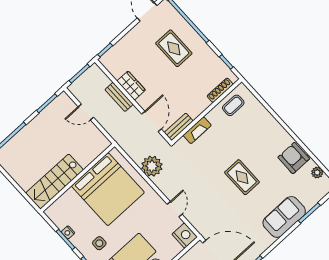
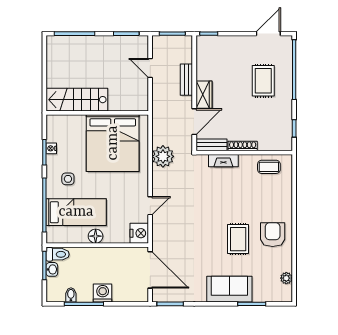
wardrobe: (131, 85) -> (204, 95), moved
shoe rack: (220, 90) -> (243, 146), moved
armchair: (294, 158) -> (273, 235), moved
rug: (242, 177) -> (238, 239), moved

